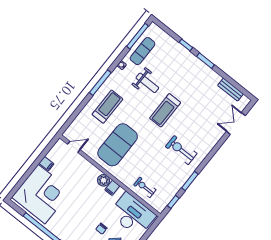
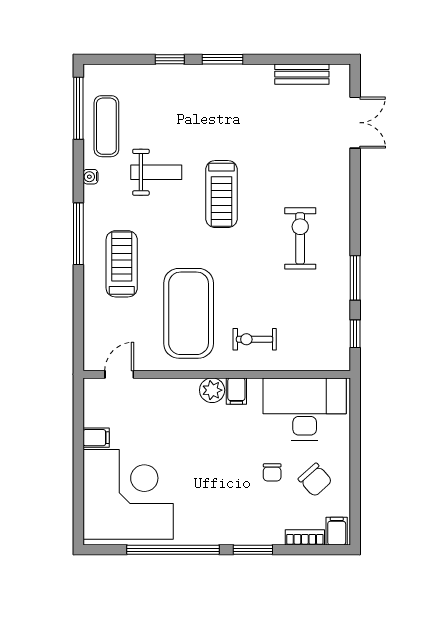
double door: (236, 123) -> (355, 123), swing flipped
exercise bike: (181, 150) -> (300, 238), turned 90
exercise bike: (145, 187) -> (255, 339), moved

